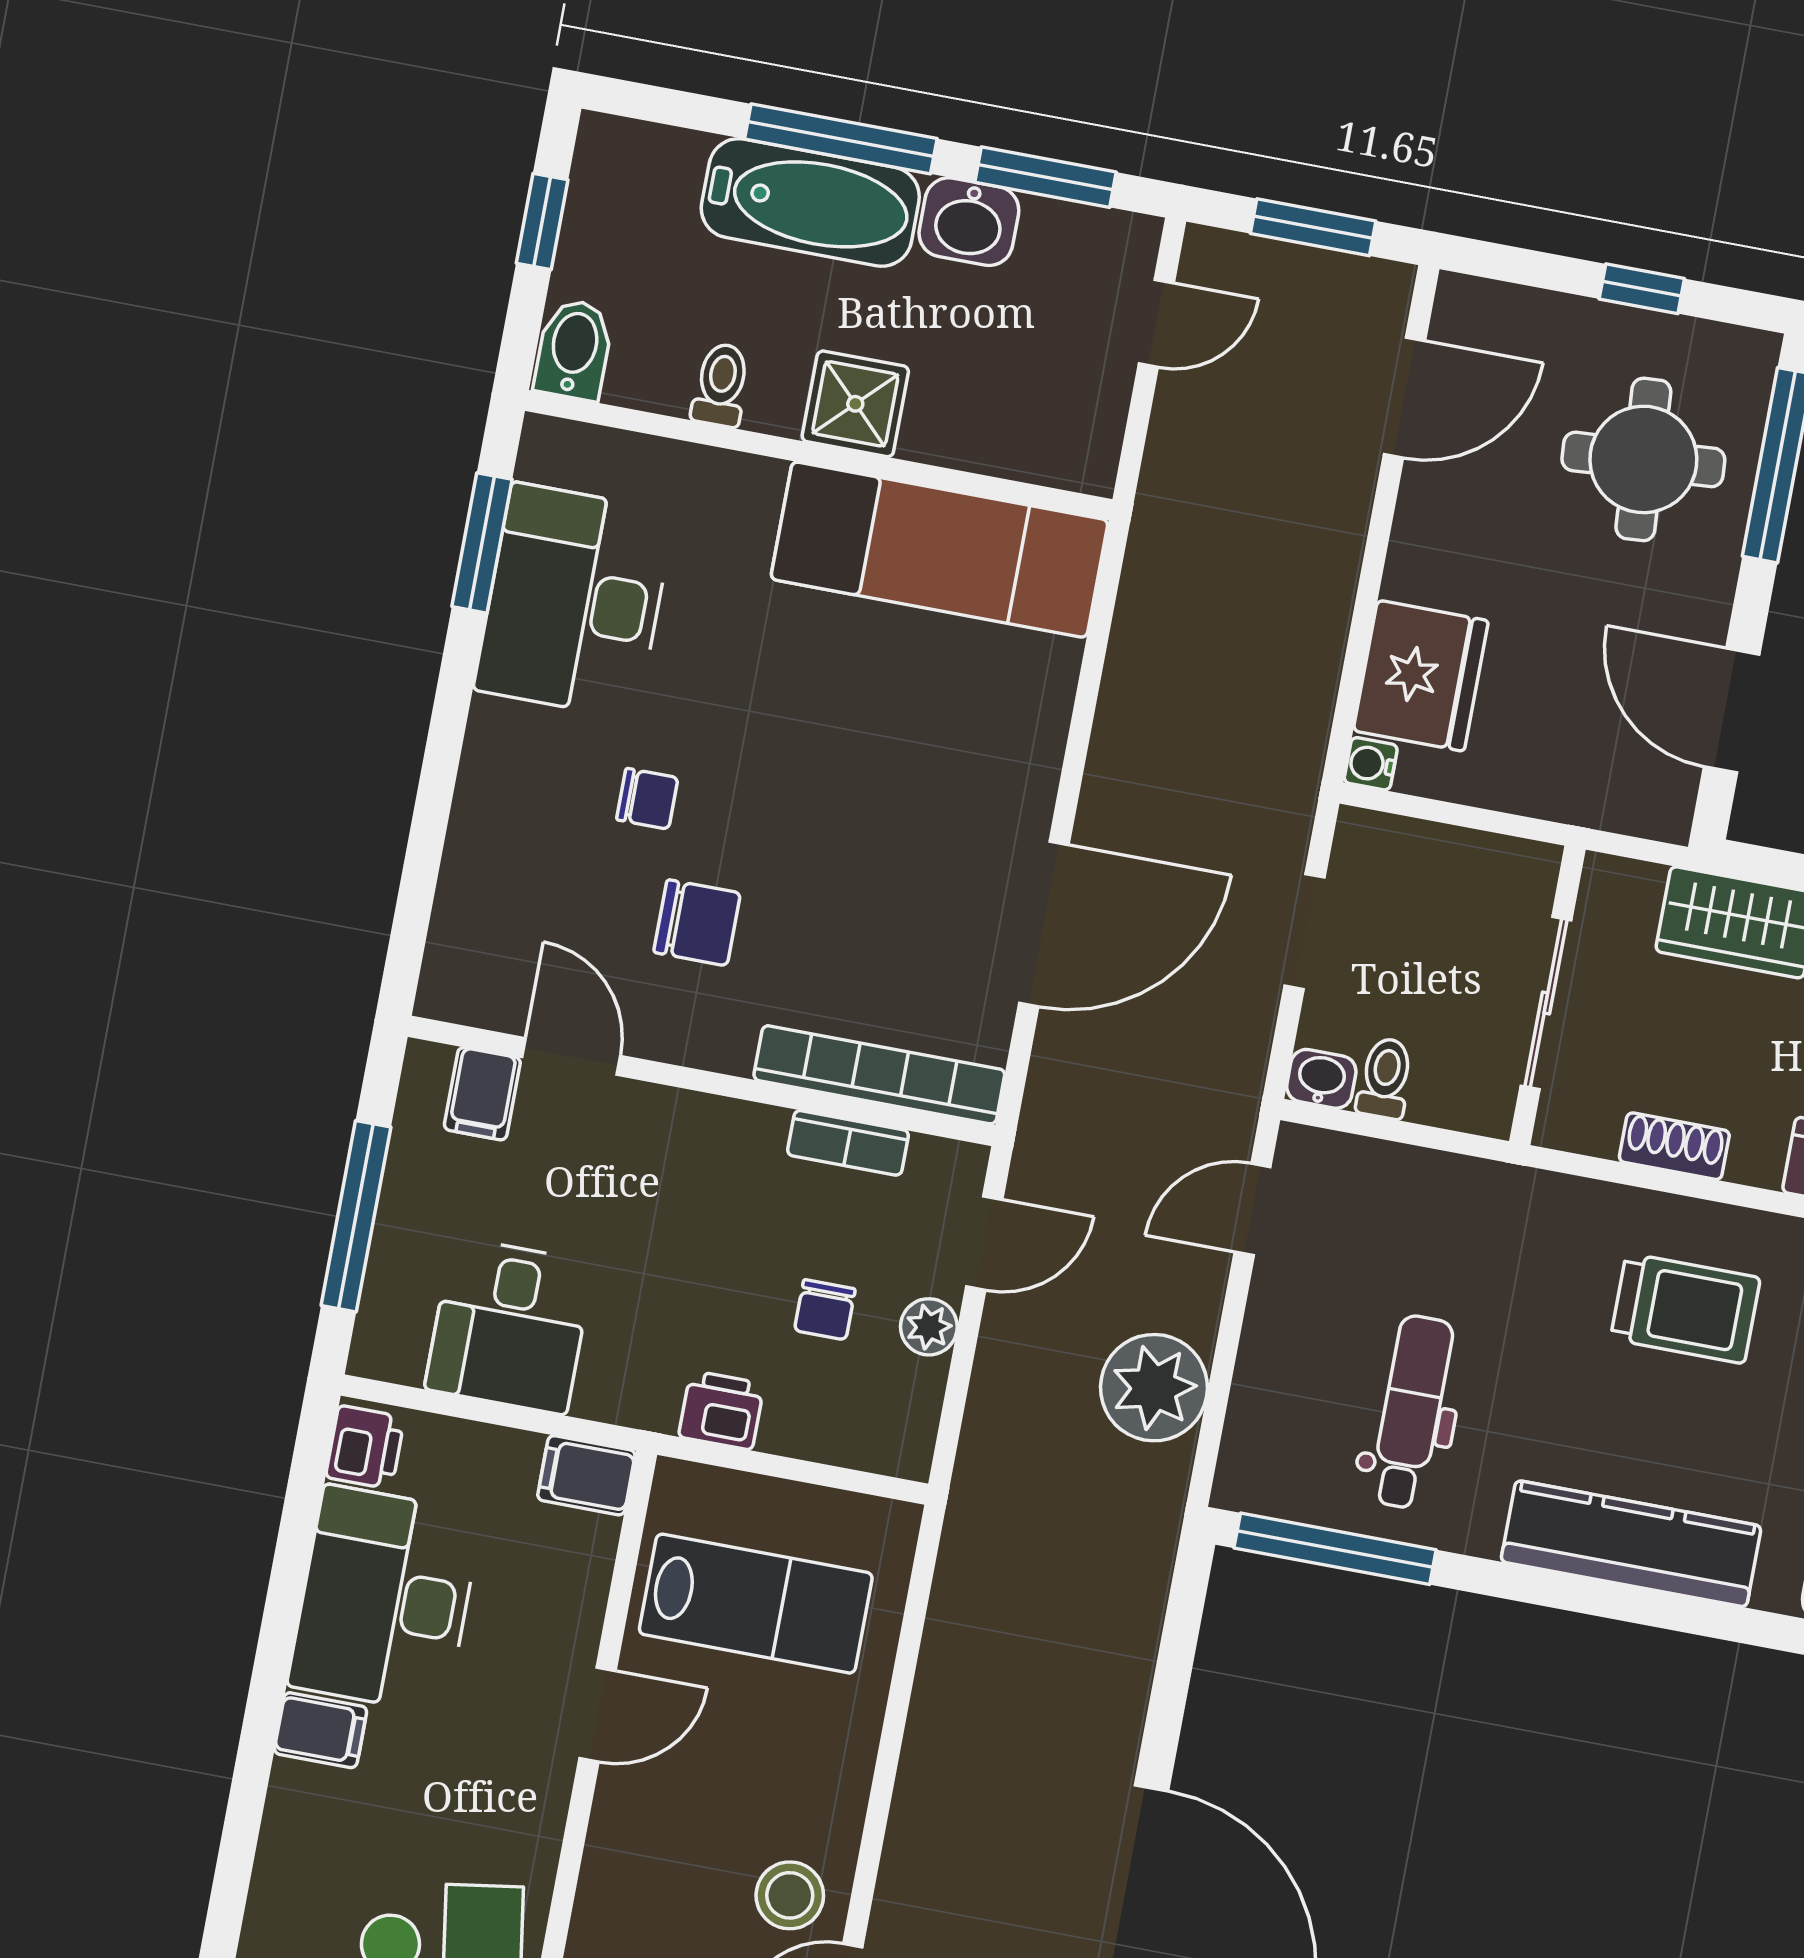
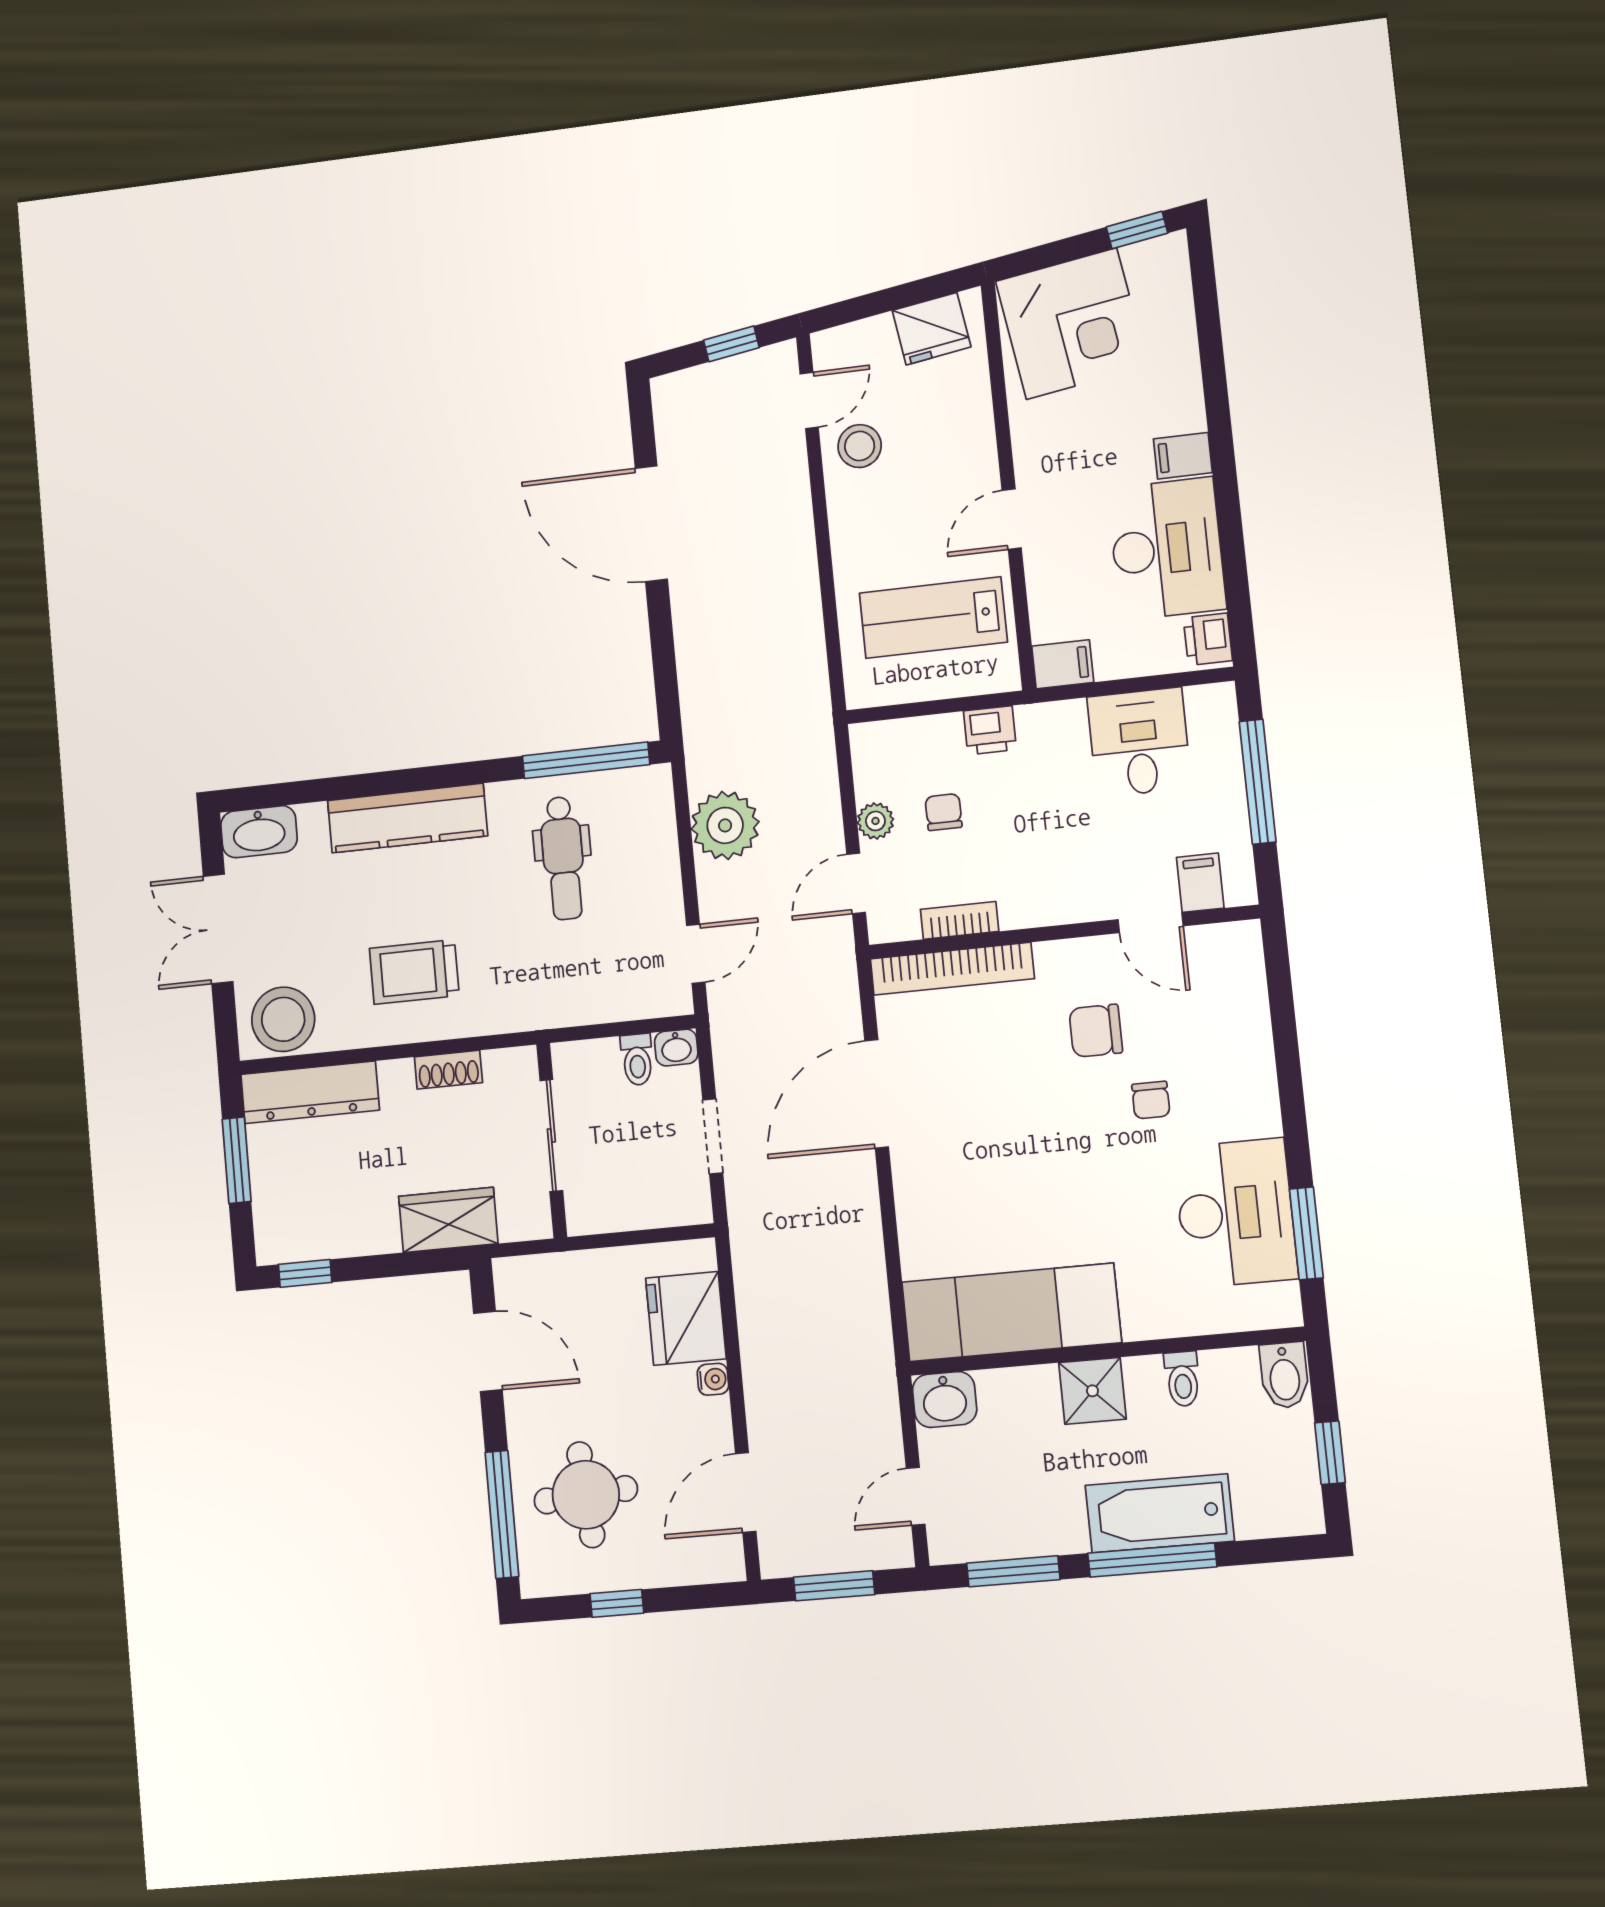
washbasin: (969, 222) -> (945, 1399), moved, turned 180
water cooler: (1371, 764) -> (713, 1379), moved
chair: (647, 799) -> (1151, 1100), turned -90

